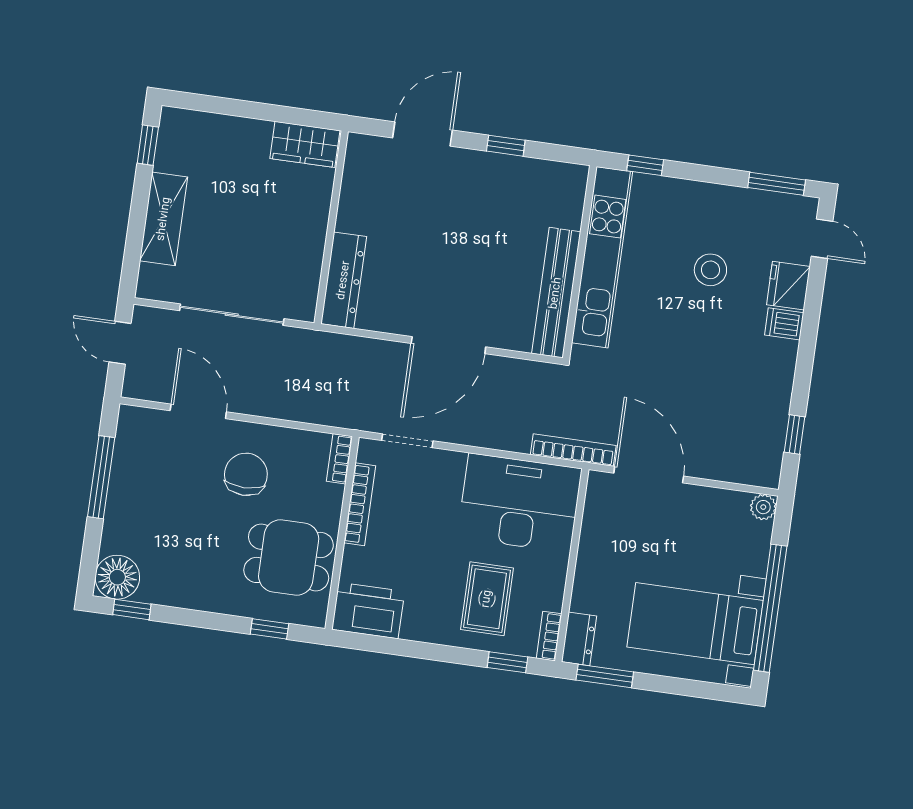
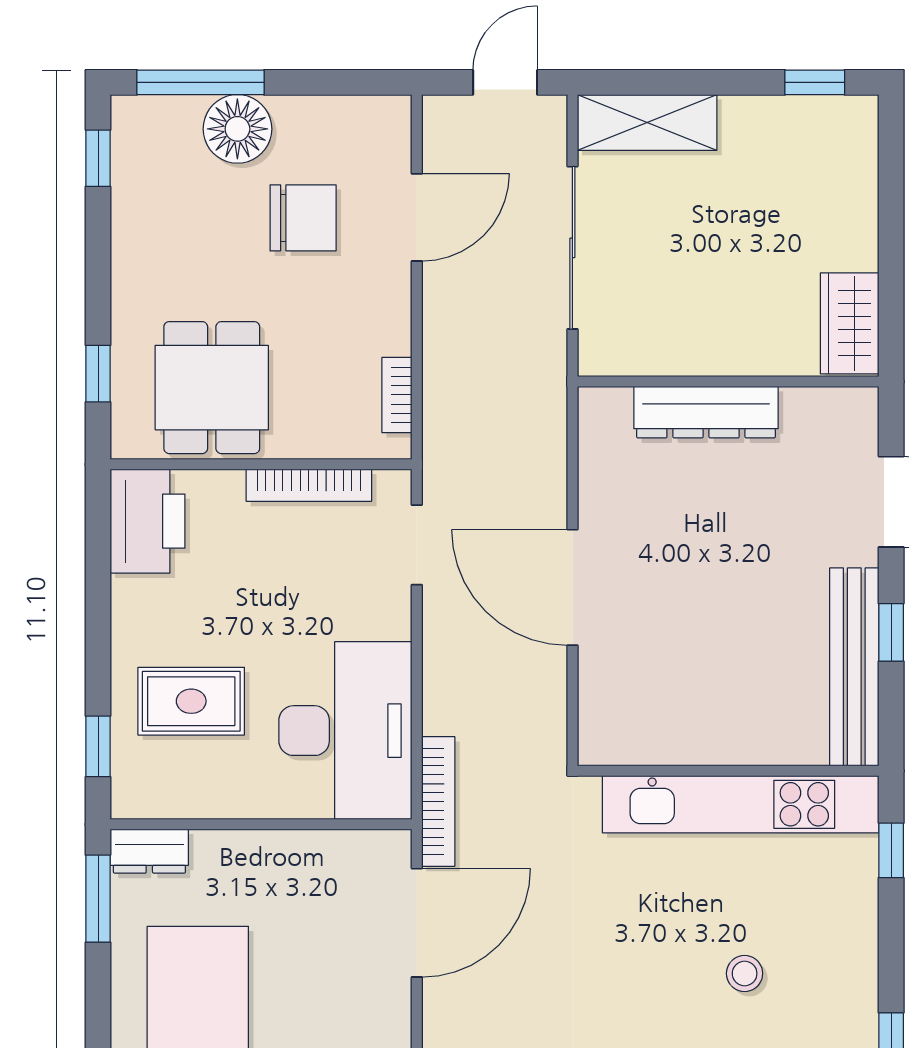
shelving: (164, 219) -> (647, 122), moved
stool: (710, 270) -> (745, 973), width x0.73, depth x0.73
dresser: (344, 280) -> (706, 412), moved
bench: (556, 293) -> (854, 667), moved, turned 90
bookcase: (339, 459) -> (397, 395), moved, turned -90
chair: (246, 474) -> (303, 218), moved
window: (101, 477) -> (201, 82), moved
floor lamp: (117, 577) -> (237, 129), moved
bookcase: (549, 636) -> (147, 805), removed

